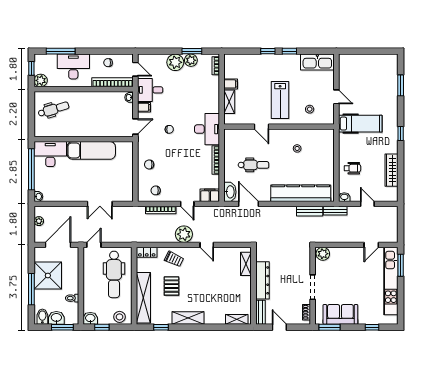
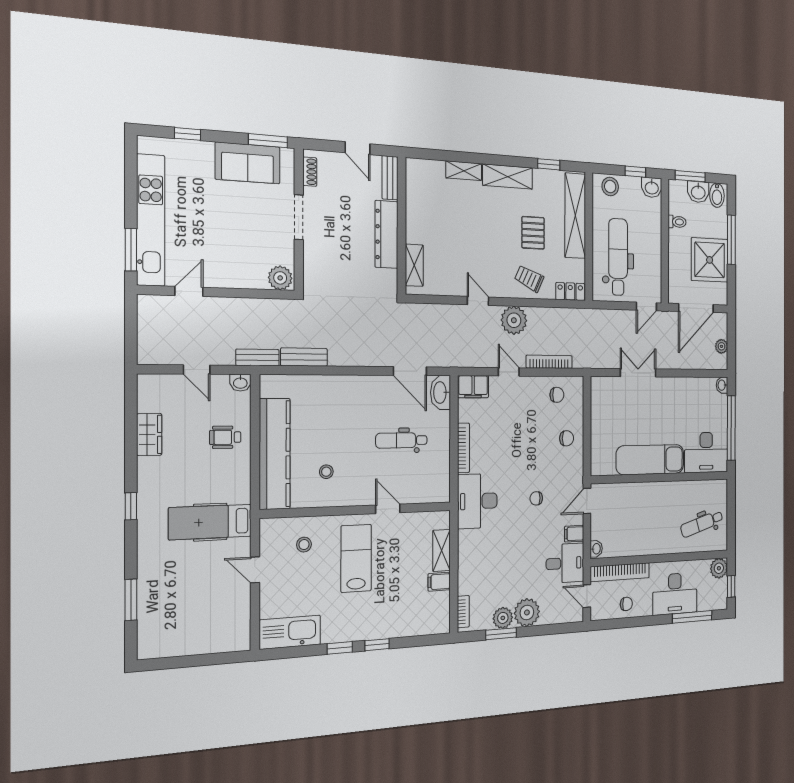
wardrobe: (392, 170) -> (149, 434), width x0.67
kitchen counter: (301, 193) -> (275, 454), moved, turned -90
shelving: (237, 319) -> (464, 171), moved

